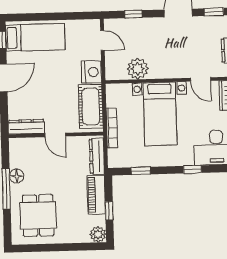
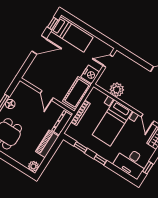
window: (133, 14) -> (135, 58), removed
door: (102, 40) -> (108, 61), swing flipped
dresser: (26, 127) -> (34, 80), removed
window: (192, 169) -> (100, 160), moved
window: (109, 211) -> (48, 158), removed

